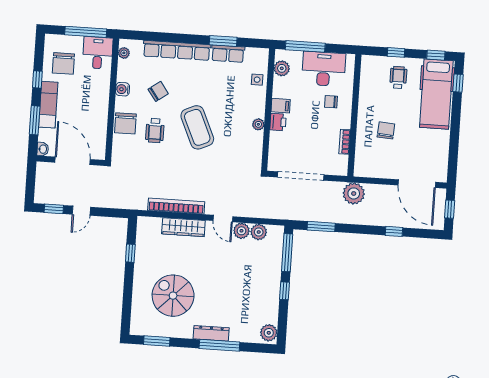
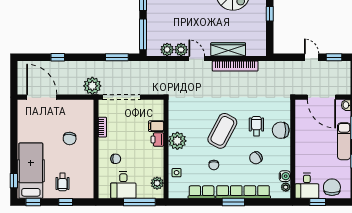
window: (86, 32) -> (318, 202), width x0.46
window: (223, 41) -> (233, 202), moved
chair: (63, 63) -> (332, 187), moved
desk: (324, 69) -> (123, 185), width x0.73
chair: (211, 86) -> (214, 165), added
water cooler: (123, 89) -> (285, 176), moved
filing cabinet: (281, 106) -> (156, 126), moved
chair: (125, 123) -> (281, 130), turned -90
plant: (258, 124) -> (177, 141), width x1.87, depth x1.87
coffee table: (197, 127) -> (222, 131), turned 52
doorway: (301, 176) -> (122, 97), moved
window: (450, 209) -> (14, 78), removed
door: (81, 211) -> (312, 57), hinge flipped
window: (130, 253) -> (270, 14), moved

